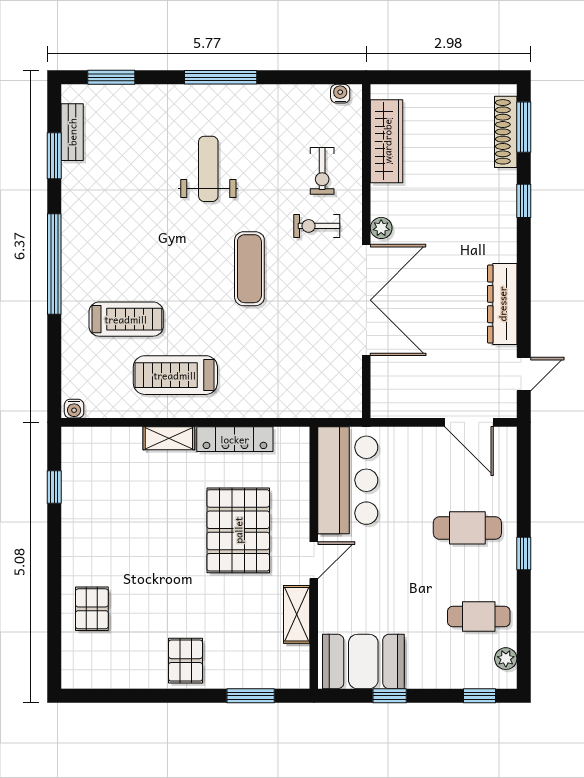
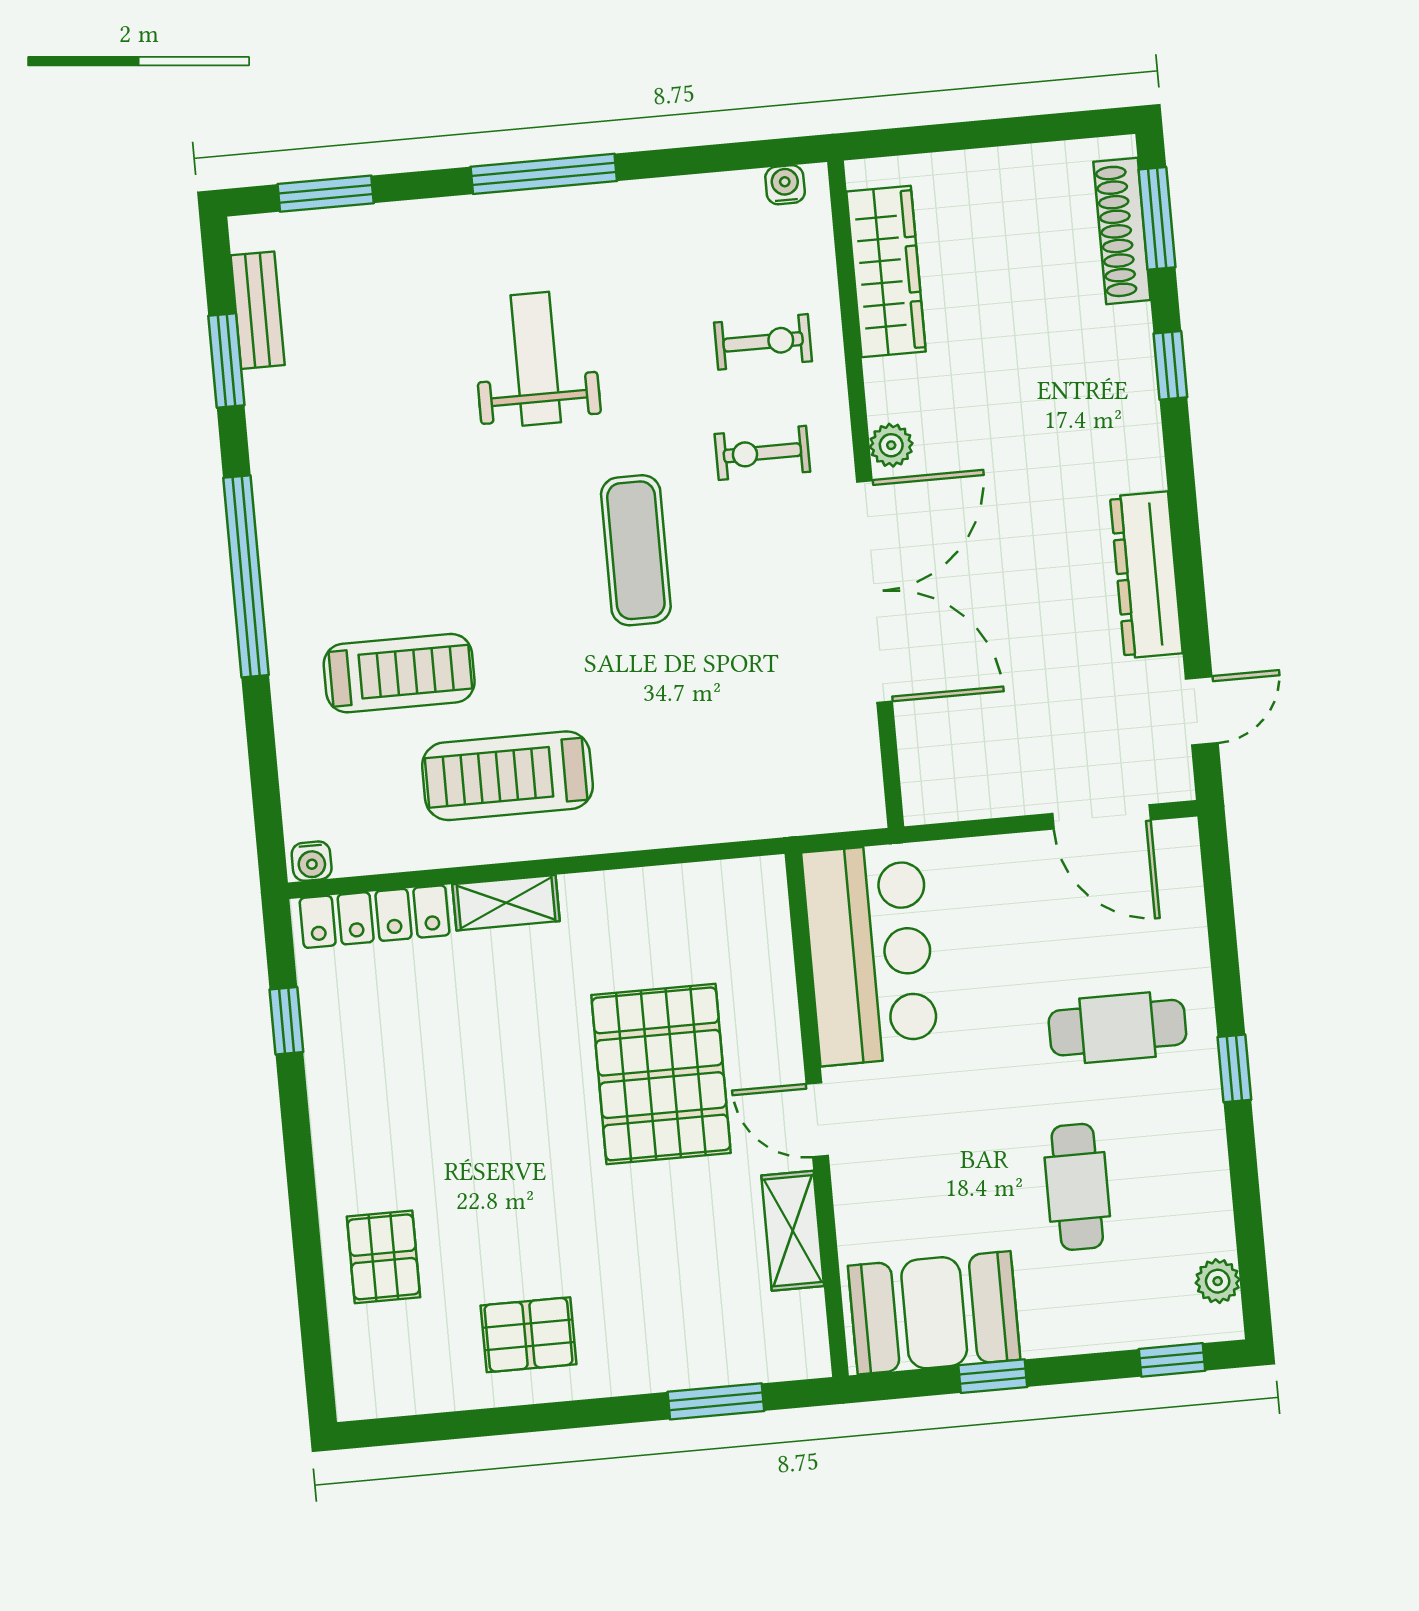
exercise bike: (322, 171) -> (763, 342), turned -90
locker: (235, 439) -> (375, 917), moved
door: (314, 560) -> (817, 1120), swing flipped
cafe table: (479, 616) -> (1077, 1187), moved, turned 90
pallet: (185, 661) -> (528, 1335), moved, turned 90

